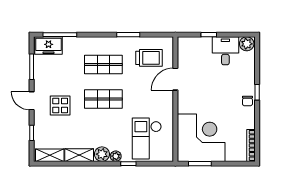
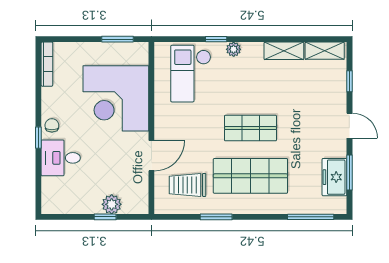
plant: (247, 44) -> (112, 204), moved
freezer: (49, 46) -> (334, 177), moved, turned -90
desk: (225, 51) -> (61, 158), moved, turned 90
shop shelf: (103, 64) -> (250, 176), width x1.43, depth x1.36
display table: (60, 105) -> (310, 119), removed
corner desk: (201, 138) -> (116, 98), moved
checkout: (147, 139) -> (191, 74), turned 180
plant: (102, 154) -> (253, 52), removed

